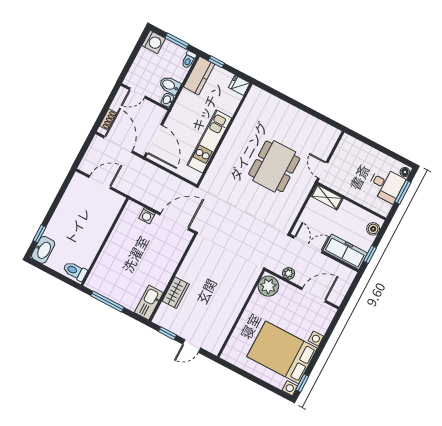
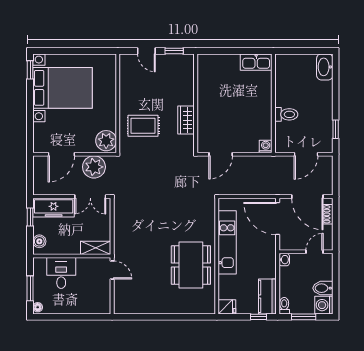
bidet: (170, 85) -> (323, 288), moved, turned 180
dining table: (274, 166) -> (191, 265), moved
desk: (386, 185) -> (61, 273), moved, turned 90
washing machine: (147, 216) -> (266, 147), moved
door: (174, 221) -> (221, 154), width x0.73
window: (39, 234) -> (336, 129), moved
toilet: (75, 271) -> (286, 114), moved
plant: (289, 273) -> (94, 167), width x1.88, depth x1.88
rug: (229, 282) -> (143, 126), added
wardrobe: (176, 293) -> (186, 120), moved
window: (107, 302) -> (243, 51), removed
kitchen sink: (149, 303) -> (256, 62), moved, turned 90
door: (192, 346) -> (146, 51), swing flipped

